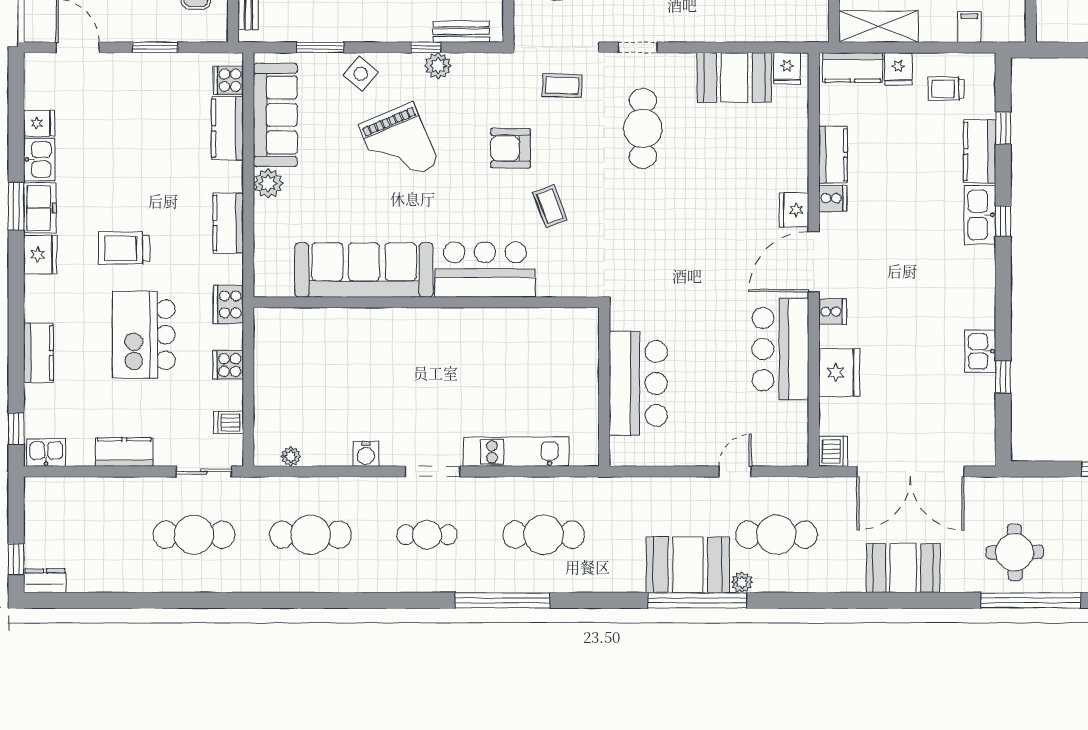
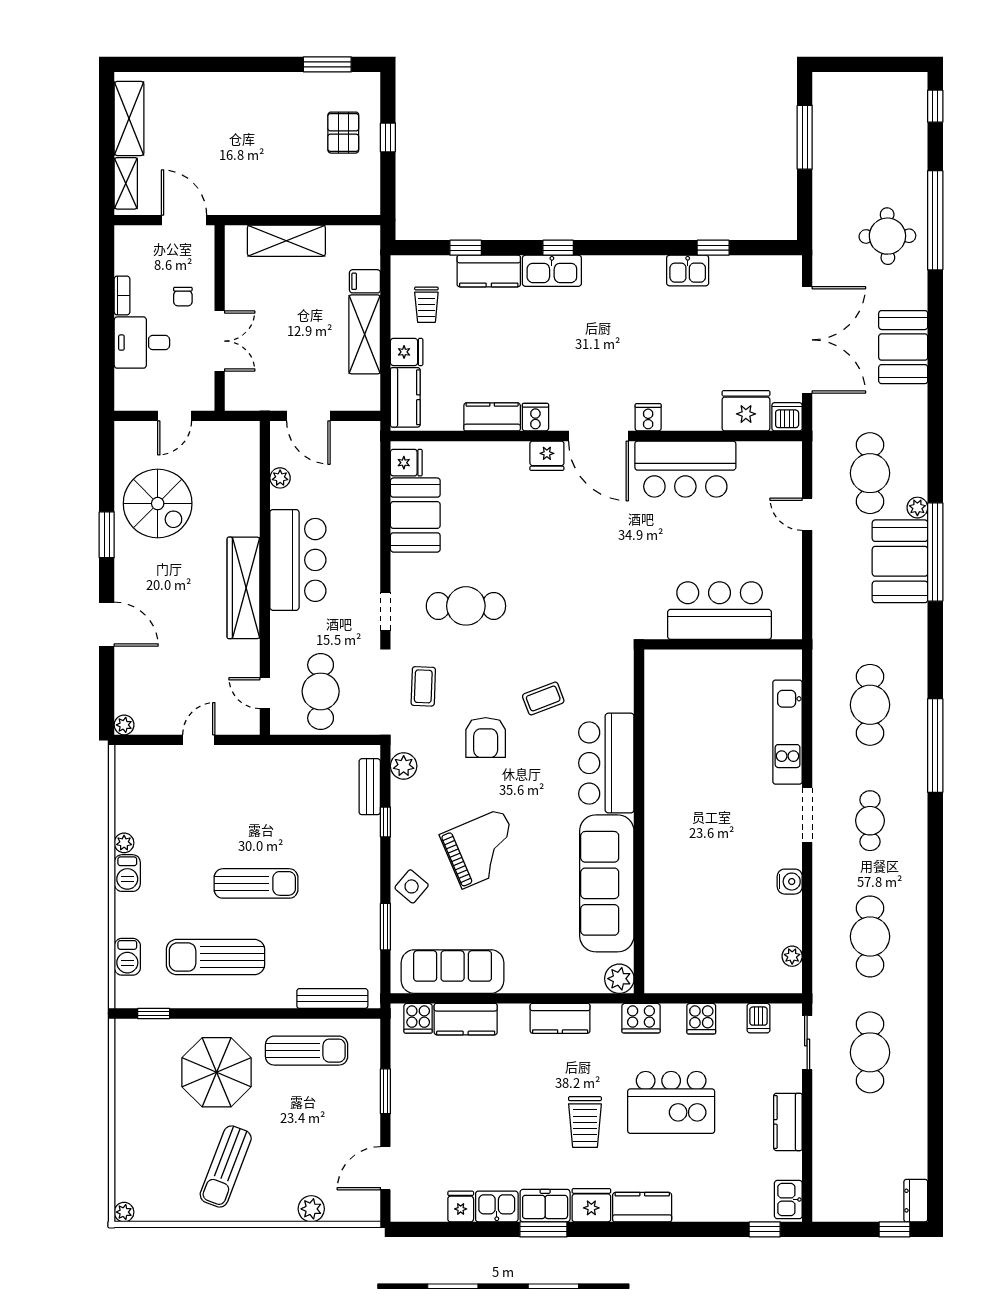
shelving: (879, 27) -> (365, 334), moved
plant: (438, 66) -> (404, 766), moved
plant: (268, 183) -> (619, 979), moved
kitchen counter: (38, 353) -> (642, 1207), moved
fridge: (839, 373) -> (746, 411), moved

